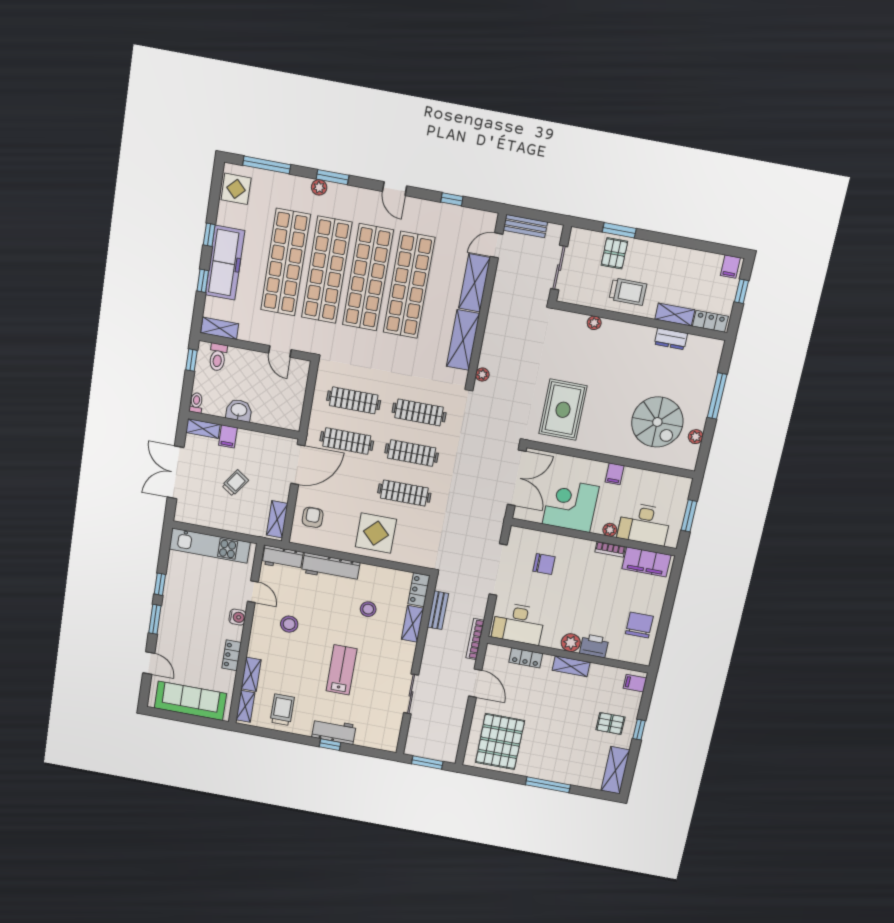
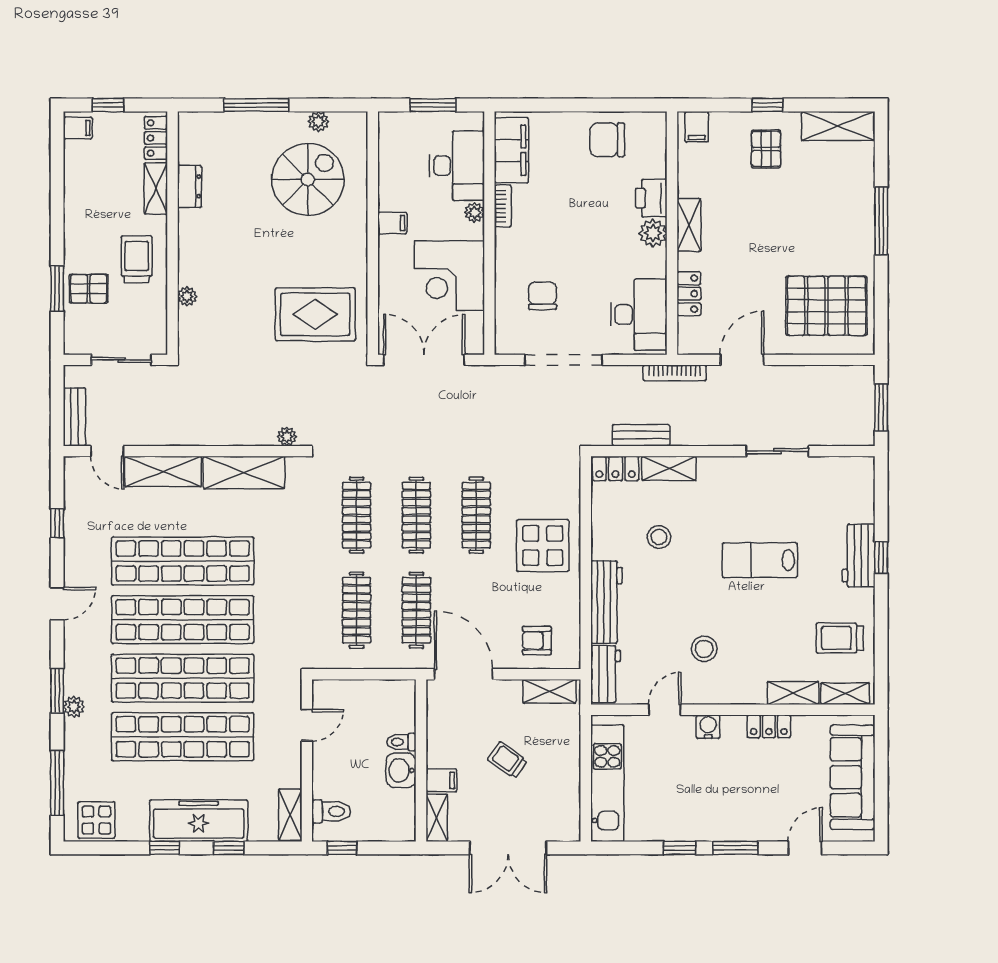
toilet: (196, 403) -> (401, 742), moved

